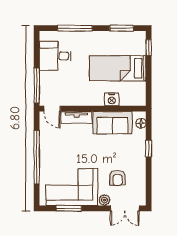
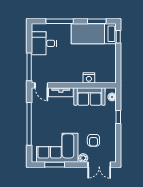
bed: (118, 68) -> (94, 34), moved

